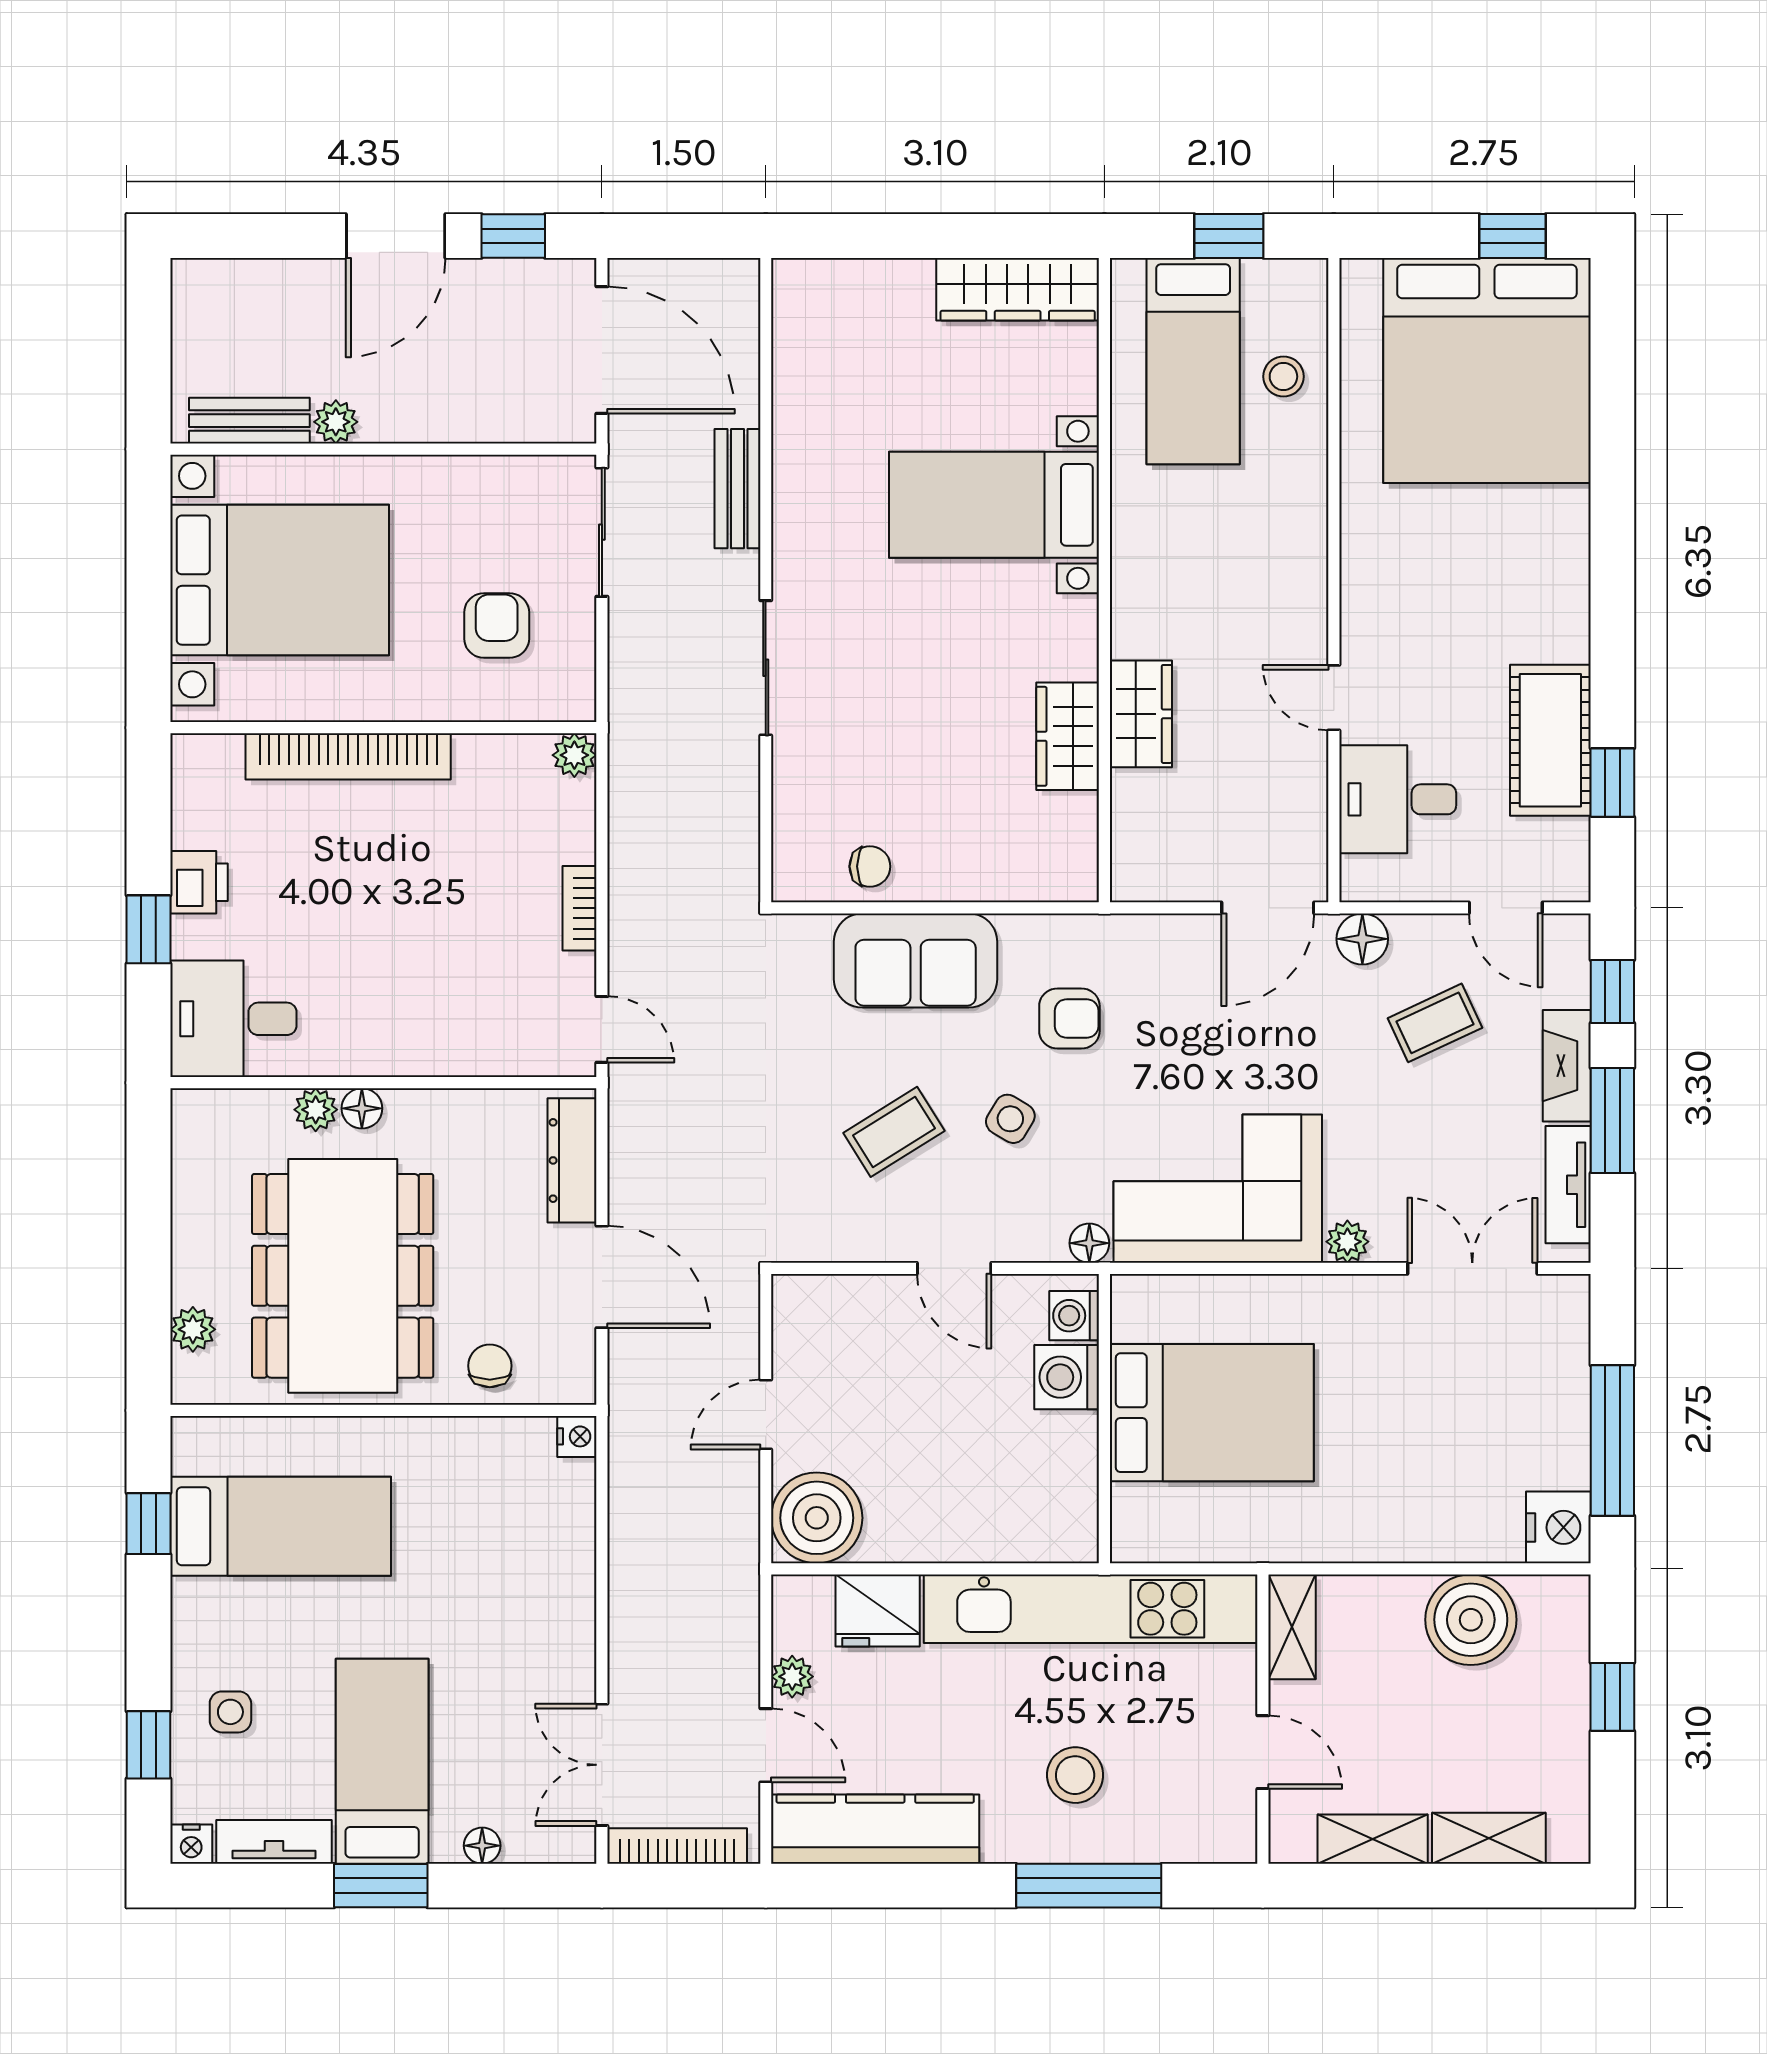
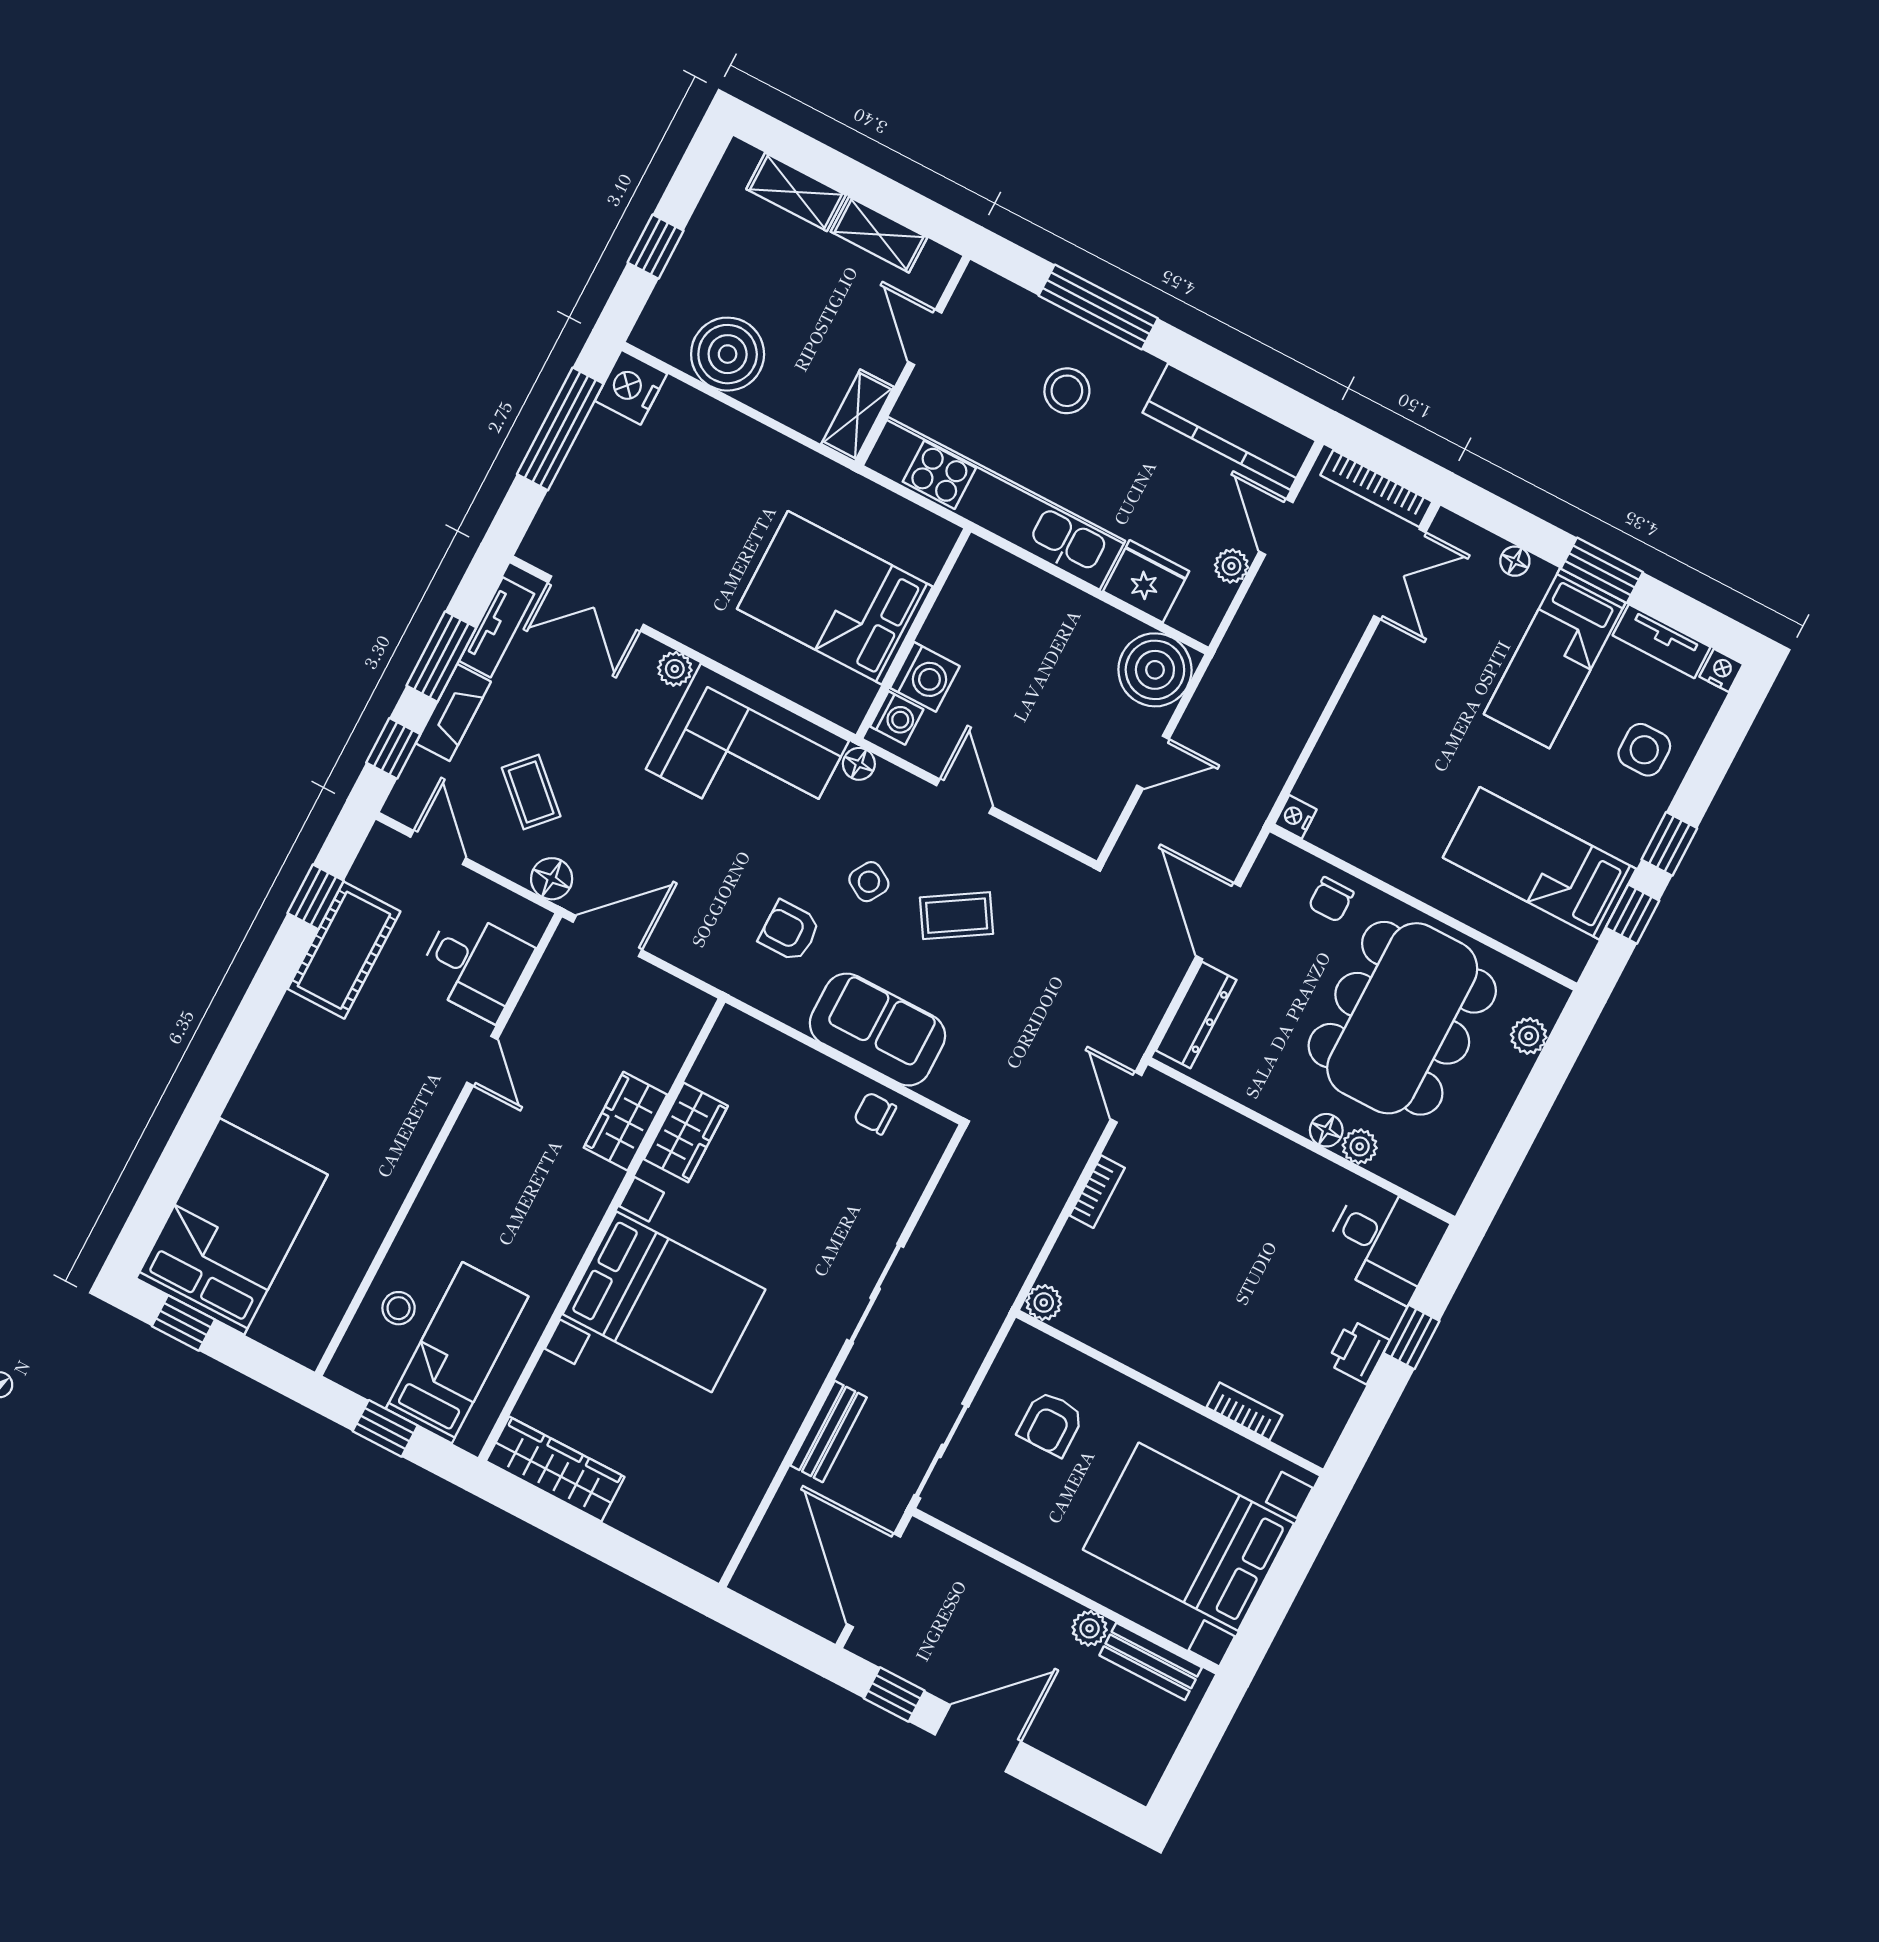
bed: (1487, 370) -> (232, 1227), width x0.73
bed with nightstands: (994, 505) -> (664, 1302), width x1.36
bookcase: (348, 756) -> (1244, 1411), width x0.43, depth x0.76
coffee table: (1435, 1023) -> (531, 792), turned 68
side table: (230, 1712) -> (1644, 750), width x1.37, depth x1.37
window: (149, 1745) -> (1669, 844), moved

